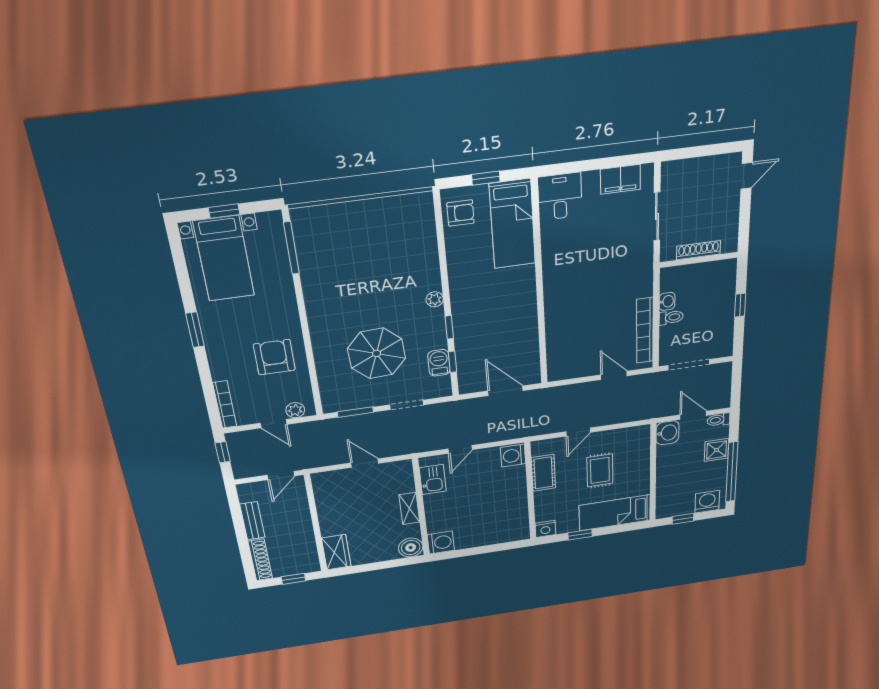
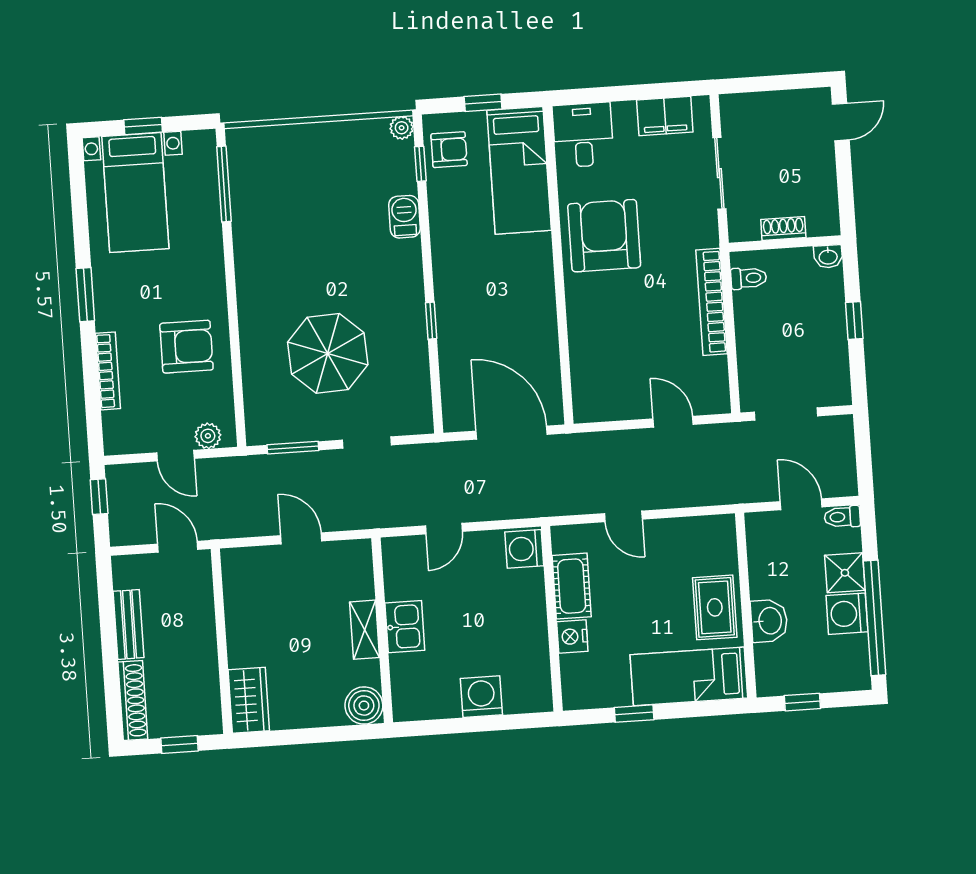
shoe rack: (698, 250) -> (783, 228), width x0.70
armchair: (573, 264) -> (604, 236), added
plant: (435, 299) -> (402, 128), moved
washbasin: (667, 301) -> (828, 256), moved, turned 90
toilet: (671, 317) -> (749, 278), moved
bookcase: (645, 331) -> (712, 302), moved
armchair: (274, 357) -> (186, 347), turned 90
window: (453, 362) -> (420, 164), moved
barbecue: (439, 363) -> (404, 217), moved
door: (505, 391) -> (512, 433), width x1.36
bookcase: (225, 405) -> (108, 371), moved
door: (578, 432) -> (623, 516), hinge flipped
washbasin: (667, 433) -> (769, 621), moved
rug: (600, 470) -> (715, 607), moved
door: (281, 475) -> (178, 547), swing flipped
kitchen sink: (433, 479) -> (405, 627), moved
washing machine: (707, 502) -> (847, 614), moved, turned -90
nightstand: (545, 529) -> (572, 636), moved, turned 90
washing machine: (441, 542) -> (481, 697), moved, turned -90

